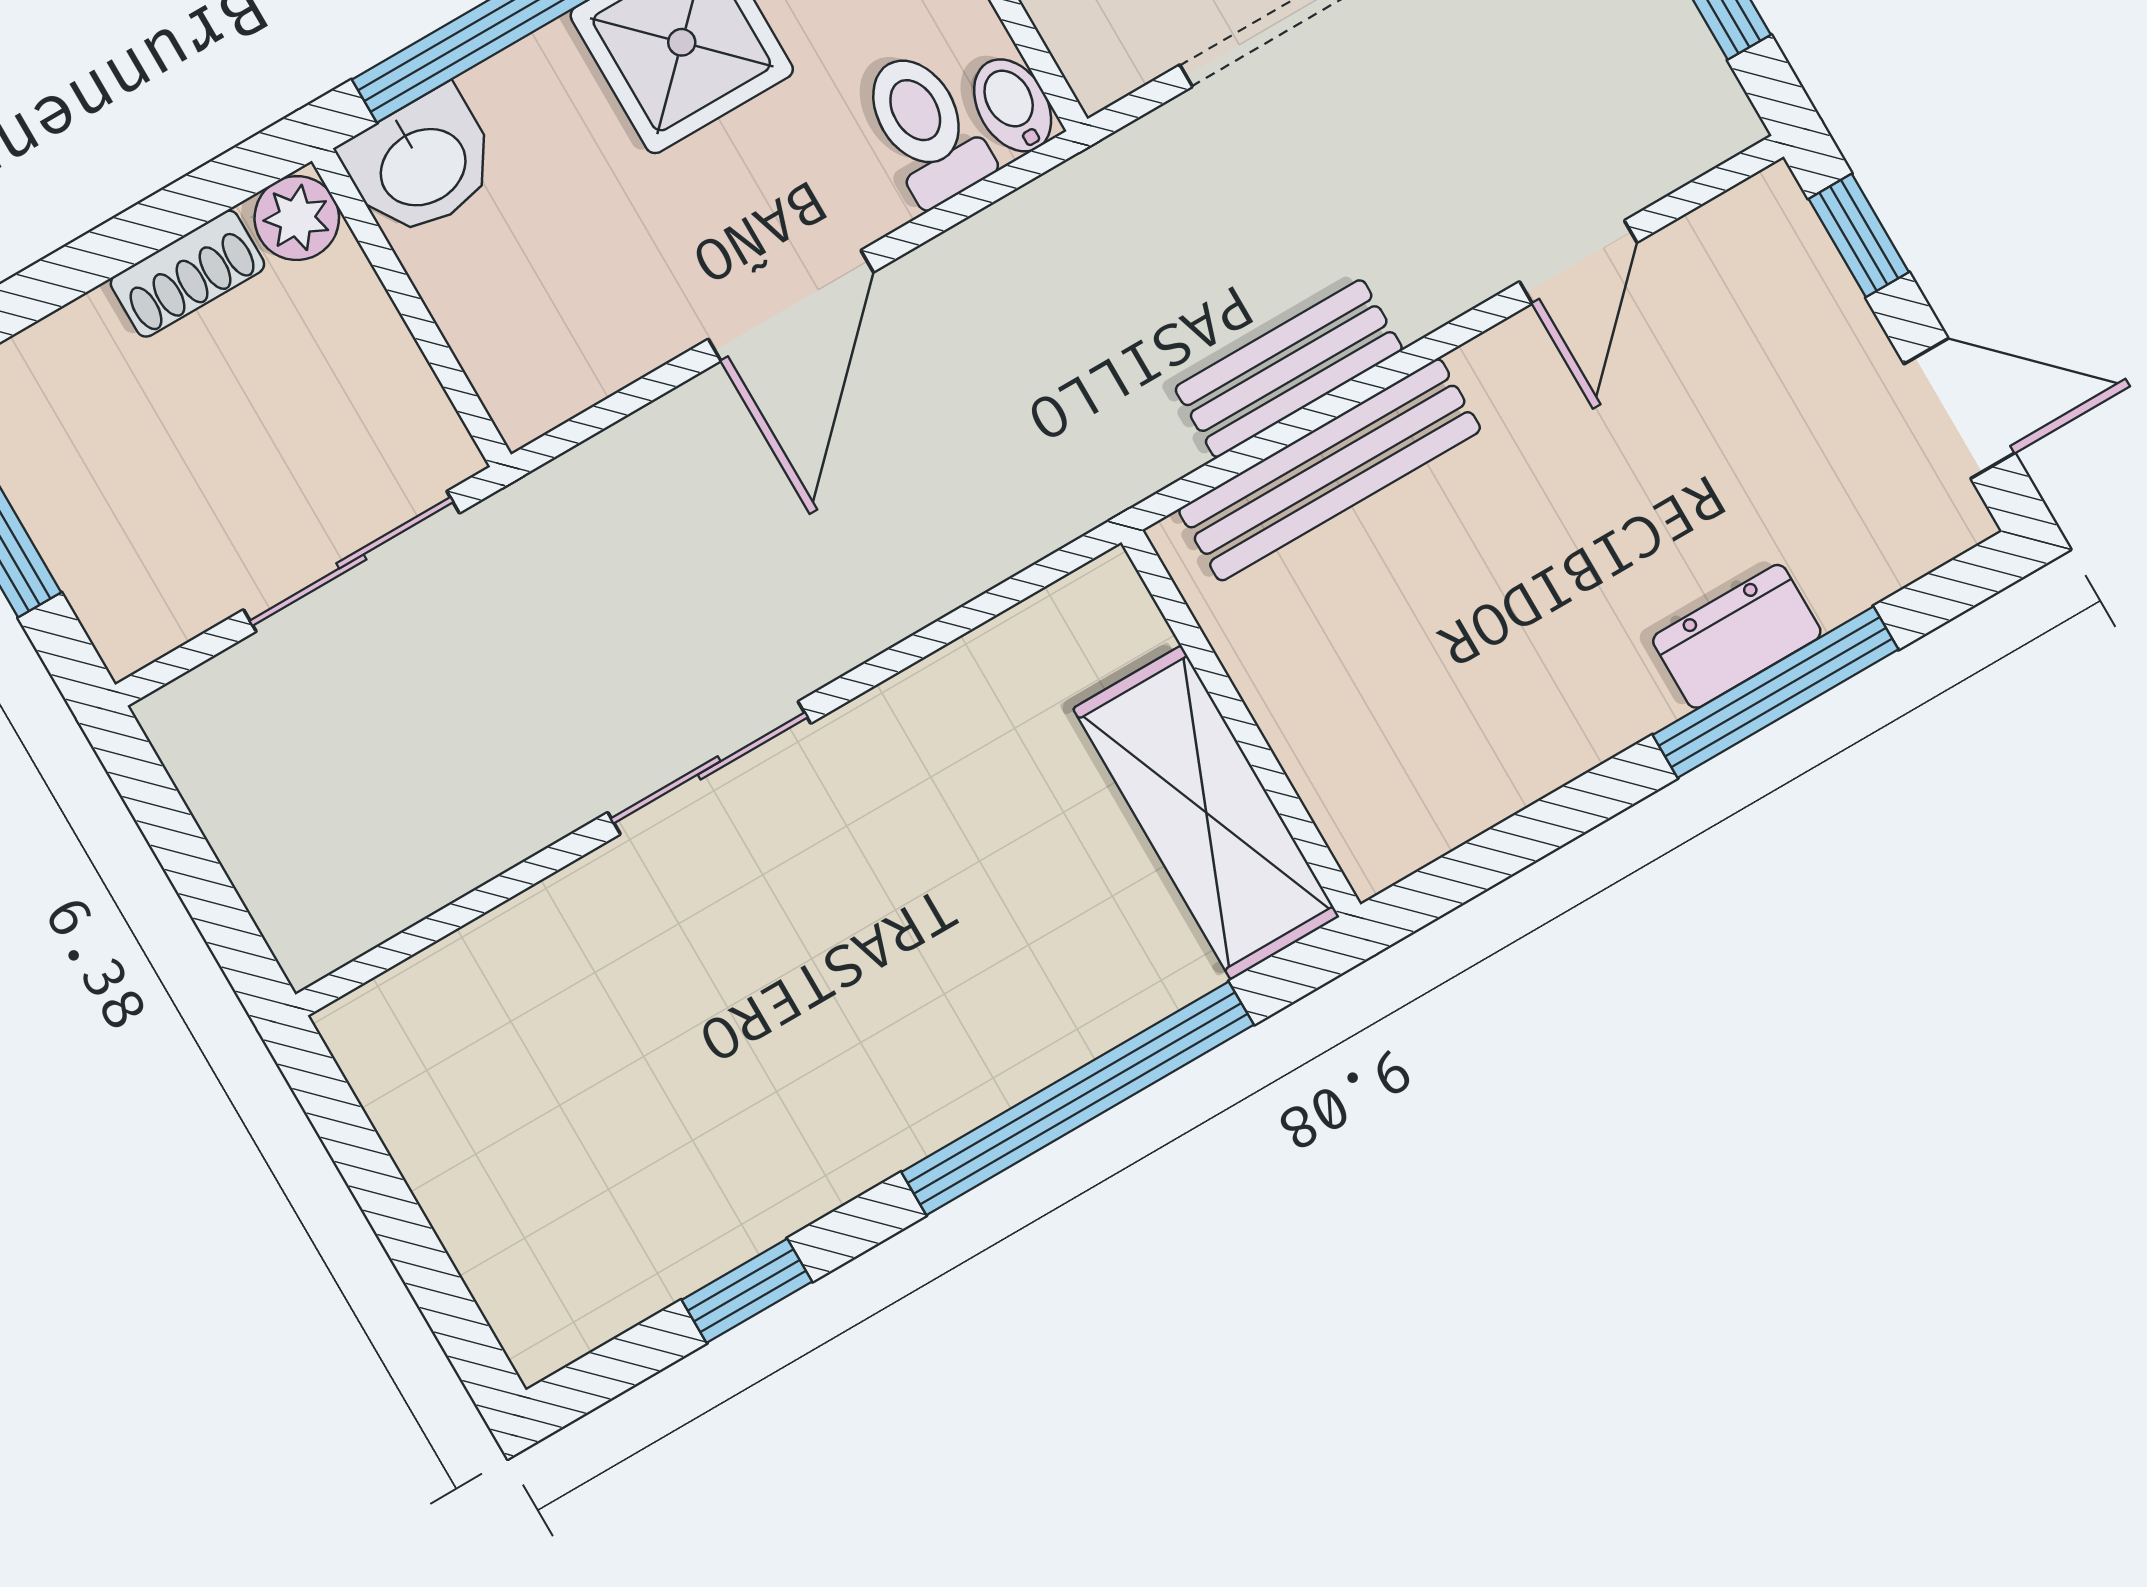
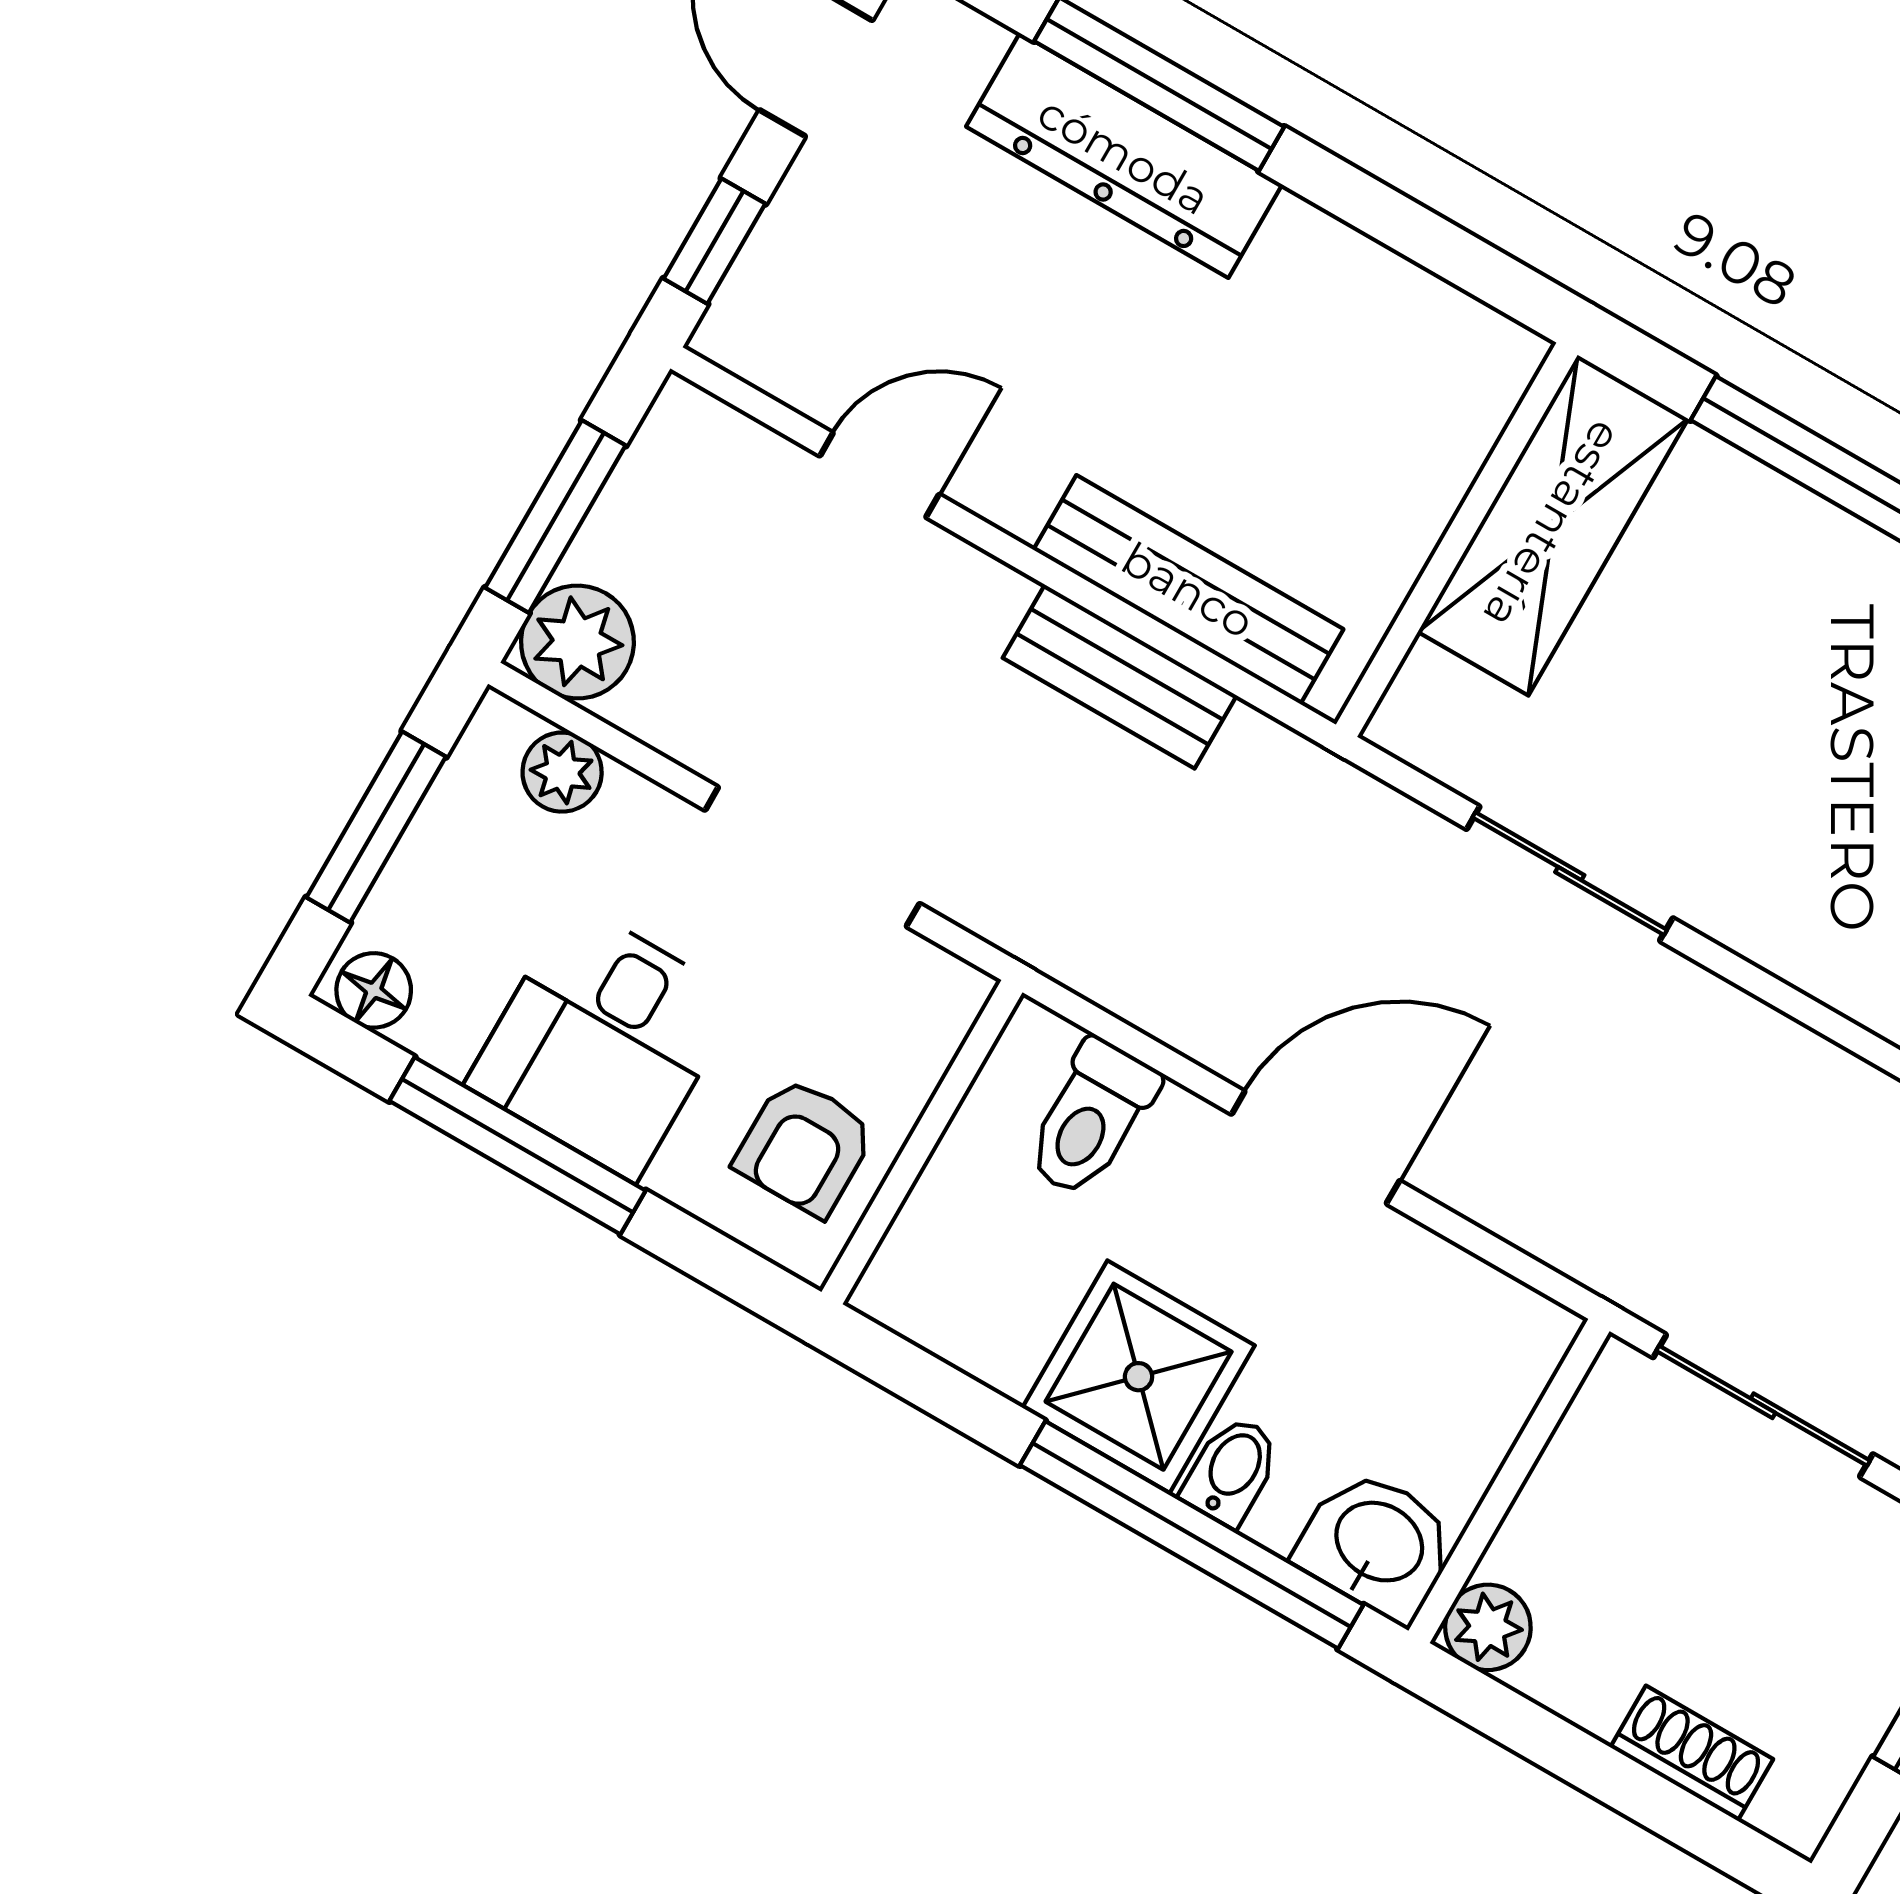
bidet: (1013, 105) -> (1232, 1471), moved, turned 180
shoe rack: (187, 274) -> (1692, 1753), moved
dresser: (1737, 636) -> (1124, 155), width x1.96, depth x1.24
sliding door: (709, 768) -> (1570, 874), moved

